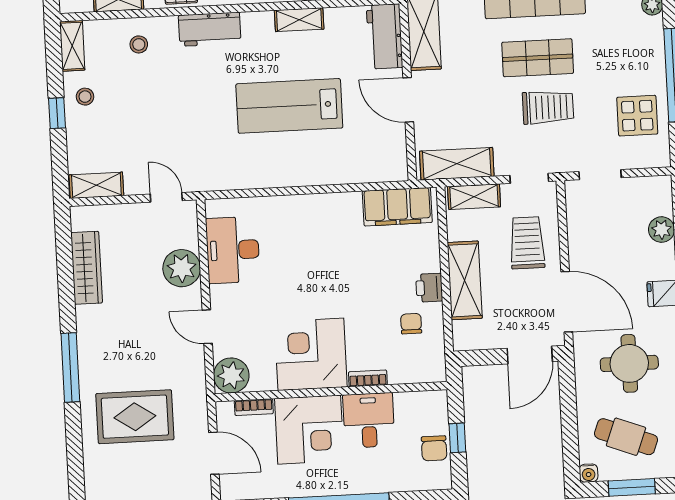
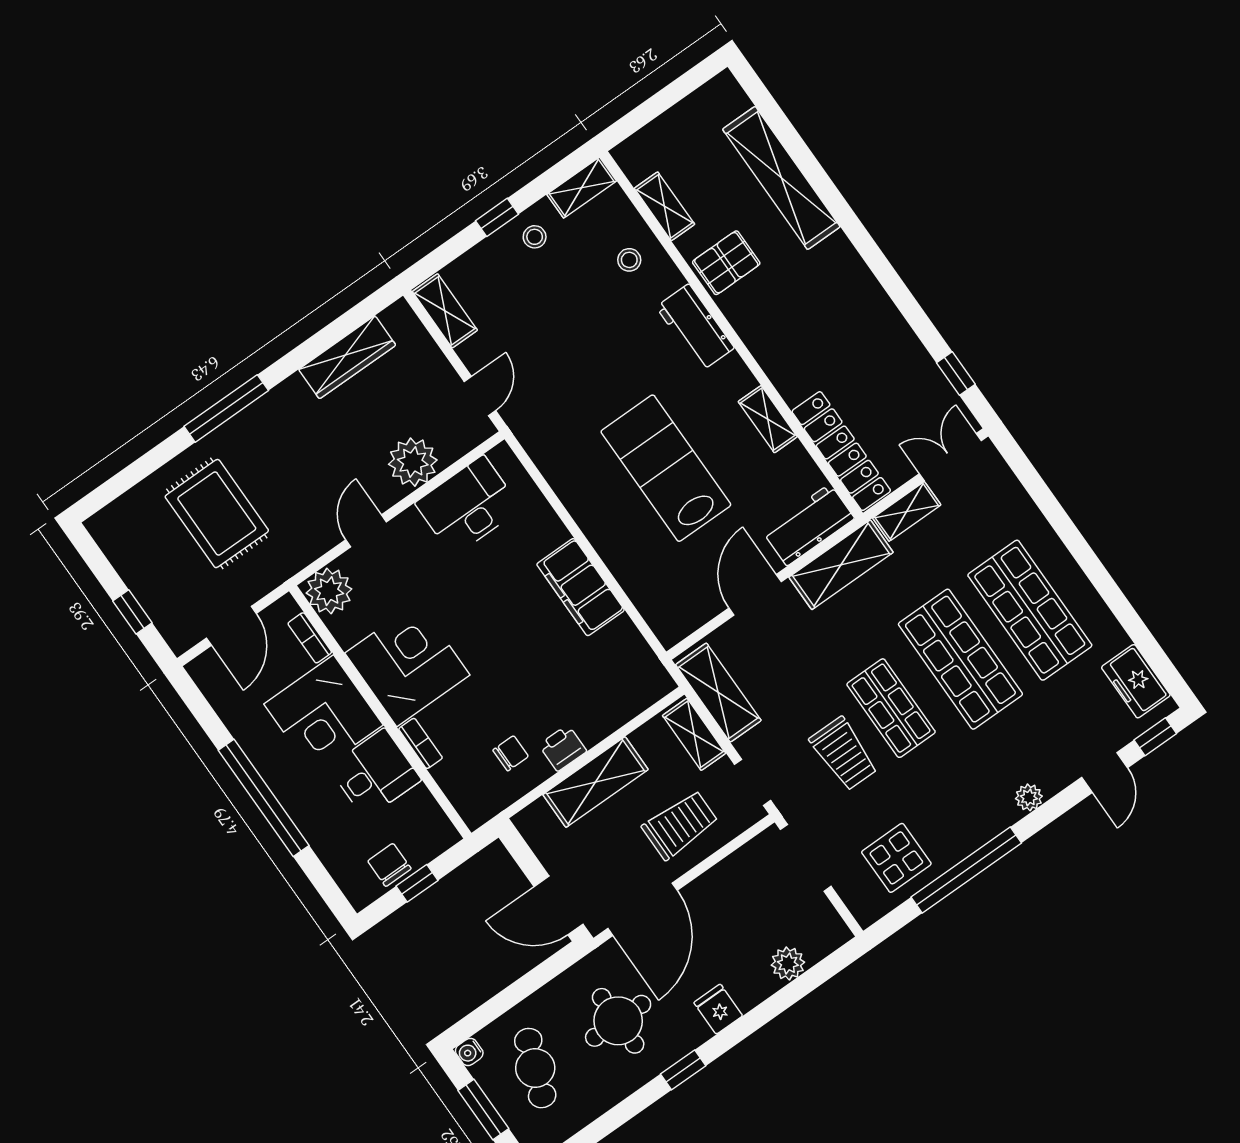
doorway: (600, 175) -> (806, 858), width x1.38
filing cabinet: (397, 207) -> (581, 587), moved
chair: (434, 448) -> (389, 865), turned 90

